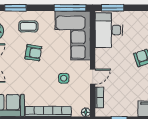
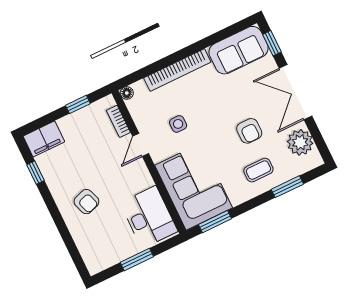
window: (70, 8) -> (215, 222), width x0.69
window: (113, 8) -> (137, 259), moved
armchair: (33, 53) -> (249, 131), moved, turned -99

